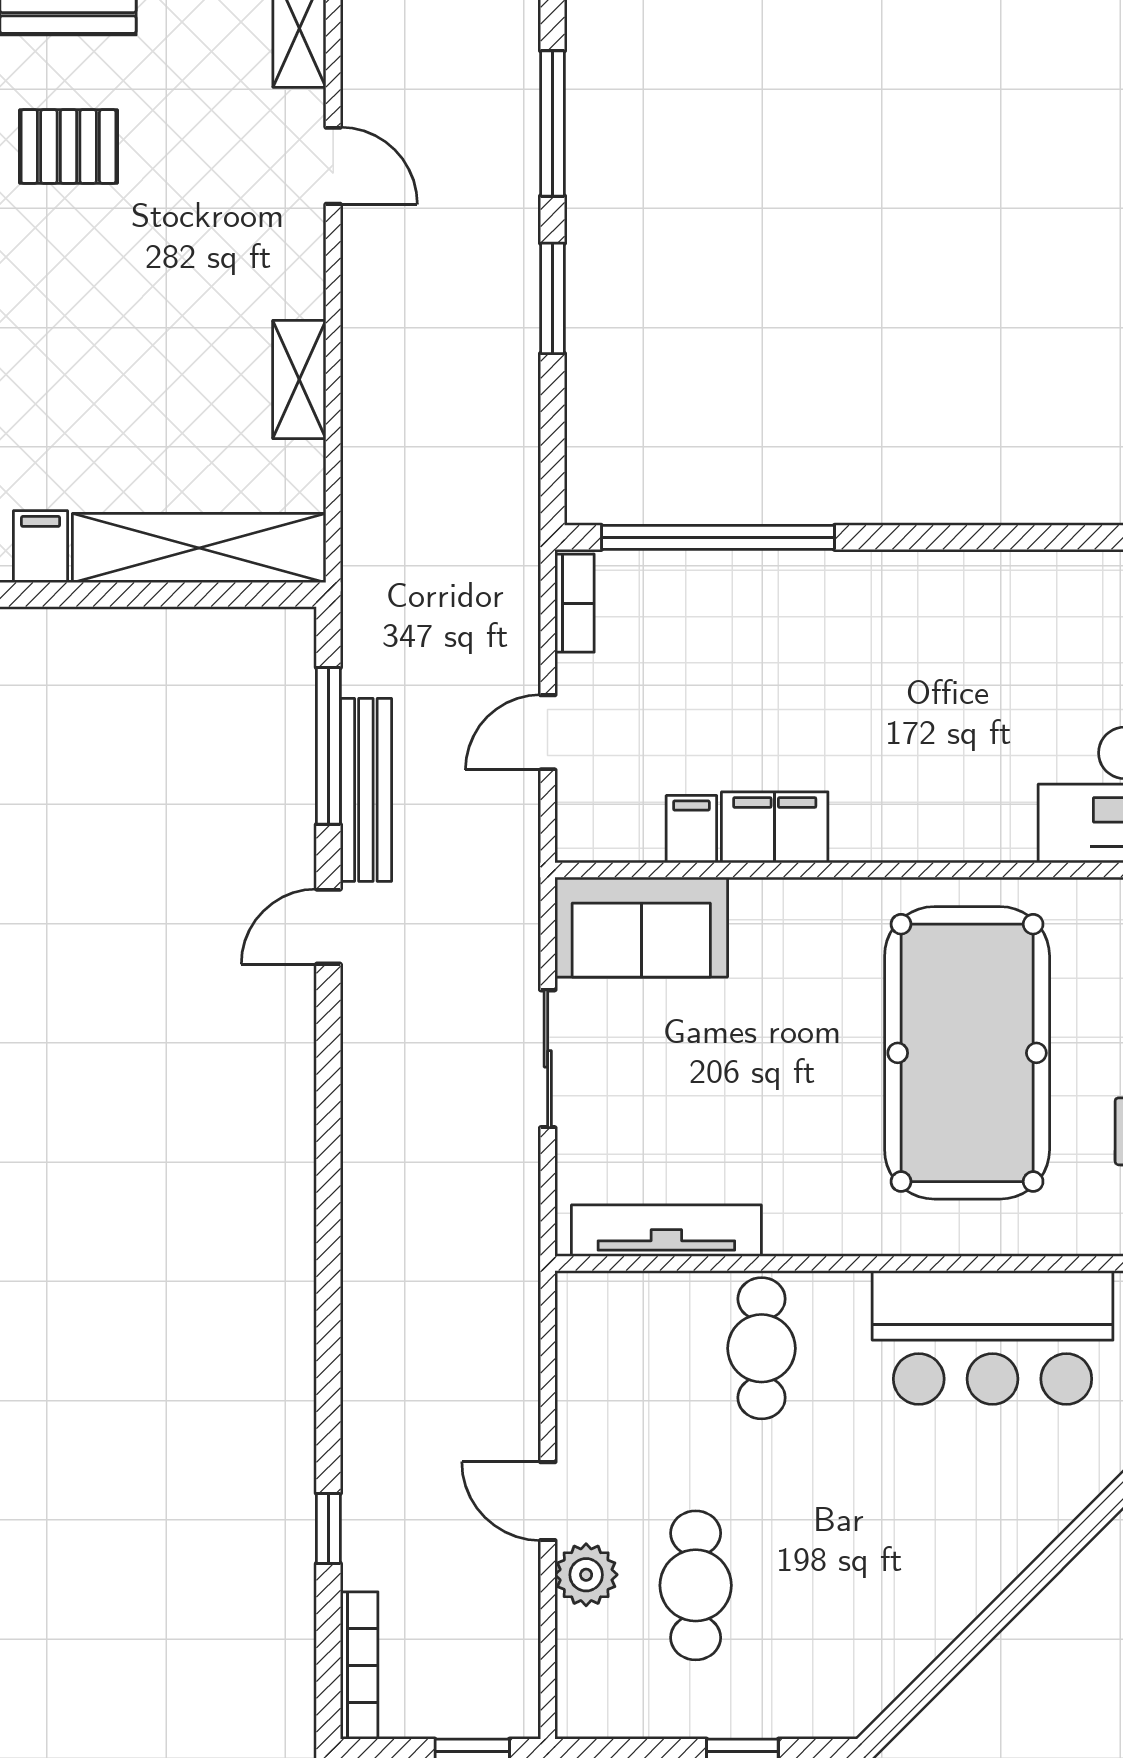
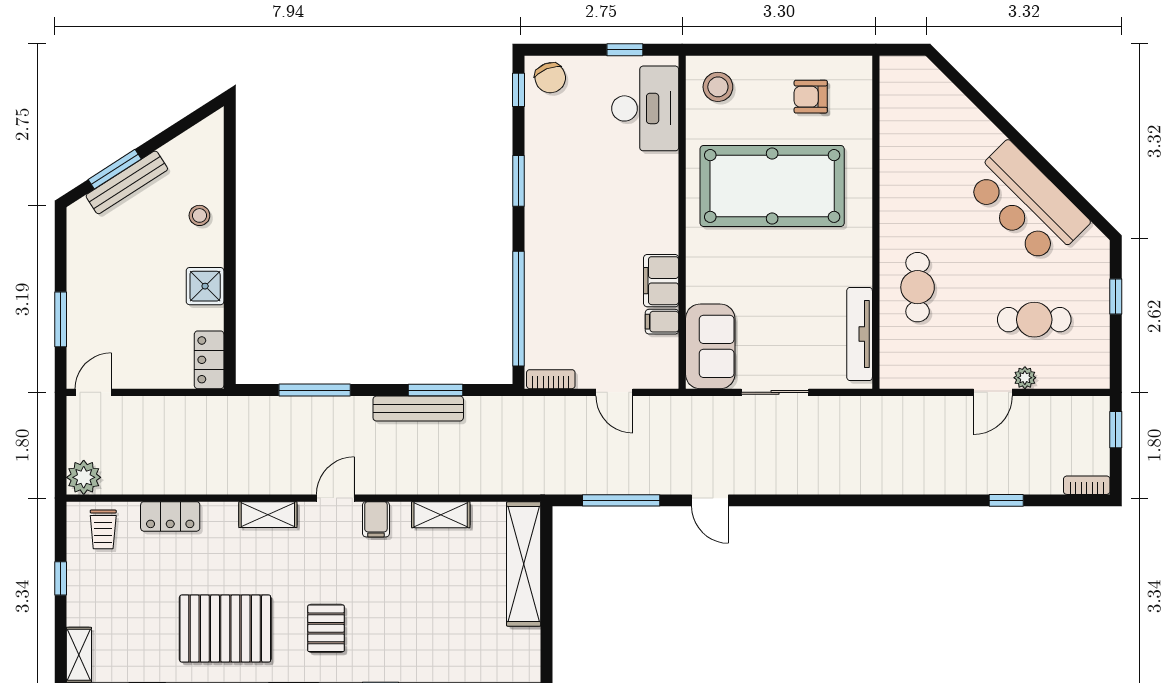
window: (552, 298) -> (436, 390), moved
window: (977, 537) -> (518, 181), added
filing cabinet: (41, 547) -> (376, 519), moved, turned -90
bench: (366, 790) -> (418, 409), moved
bar counter: (993, 1337) -> (1027, 203), moved, turned 135
cafe table: (762, 1348) -> (918, 287), turned 90
plant: (586, 1575) -> (1025, 378), width x0.73, depth x0.73
bookcase: (359, 1665) -> (1087, 485), width x0.64

